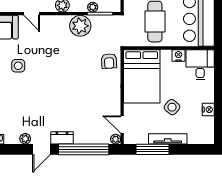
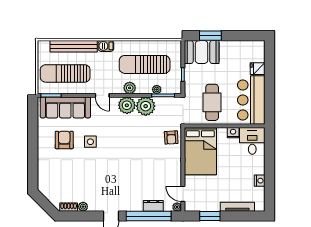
plant: (59, 25) -> (127, 105), added
side table: (172, 107) -> (227, 179), removed
dresser: (62, 138) -> (153, 206), moved
plant: (25, 139) -> (83, 207), moved
tv unit: (168, 139) -> (237, 207), moved
window: (152, 149) -> (210, 216), width x0.69

